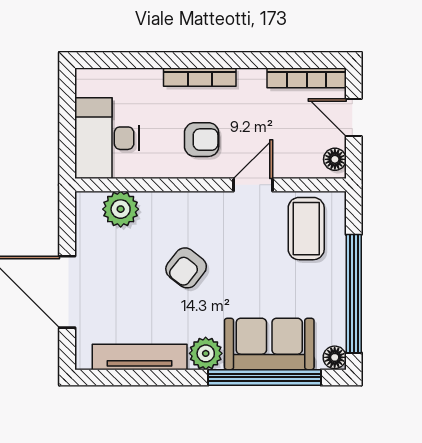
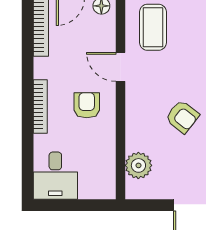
desk: (107, 138) -> (55, 176), moved, width x0.73
coffee table: (306, 229) -> (153, 27), turned 90

